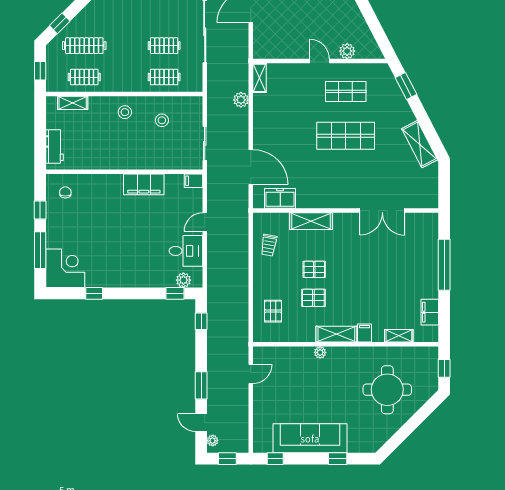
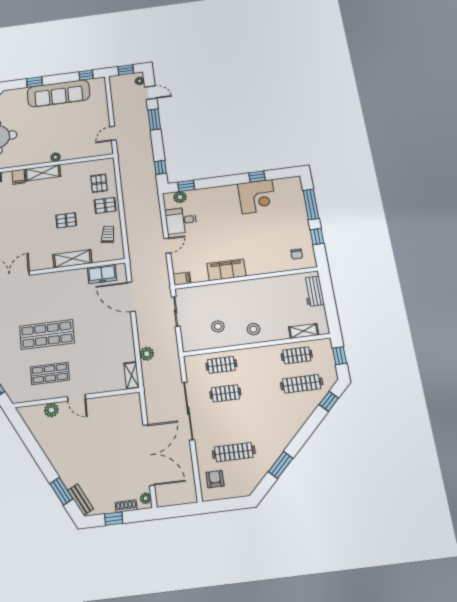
corner desk: (65, 268) -> (257, 197), moved, turned -90
pallet: (313, 298) -> (105, 205), moved

